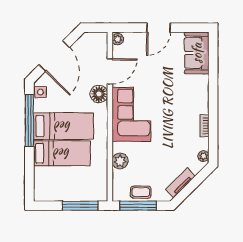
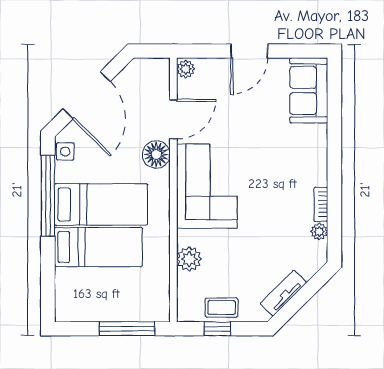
plant: (203, 156) -> (319, 232), moved
window: (138, 206) -> (217, 329), width x0.46

